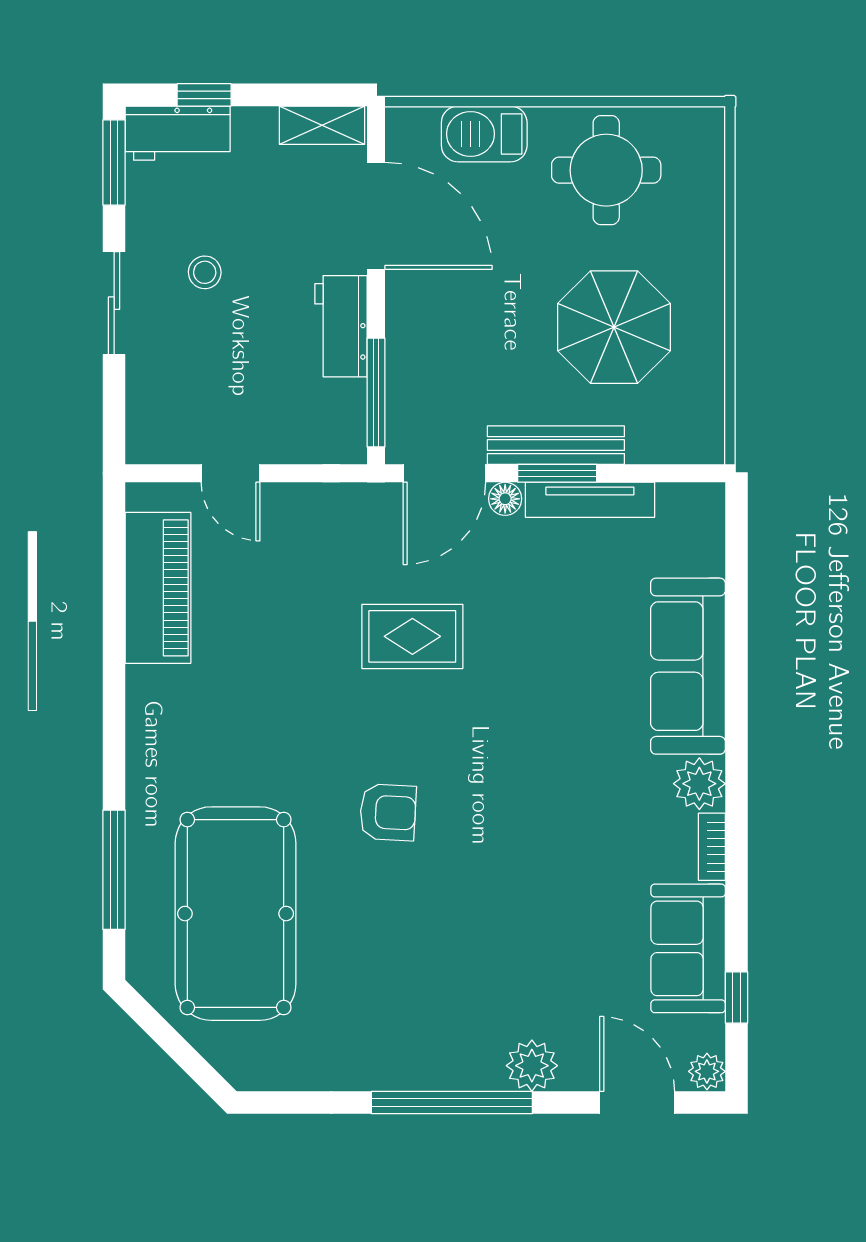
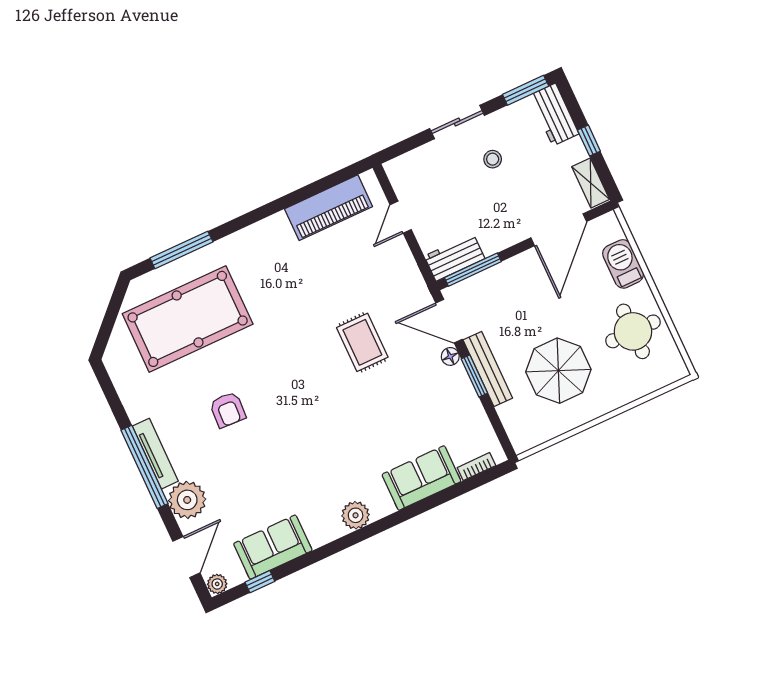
window: (204, 95) -> (589, 141), moved
workbench: (341, 326) -> (455, 257), moved
tv unit: (590, 500) -> (155, 454), moved, turned 180
sofa: (688, 666) -> (421, 478), width x0.73
armchair: (388, 812) -> (228, 410), moved
bookcase: (712, 847) -> (476, 467), moved
plant: (532, 1066) -> (187, 500), width x1.36, depth x1.36

